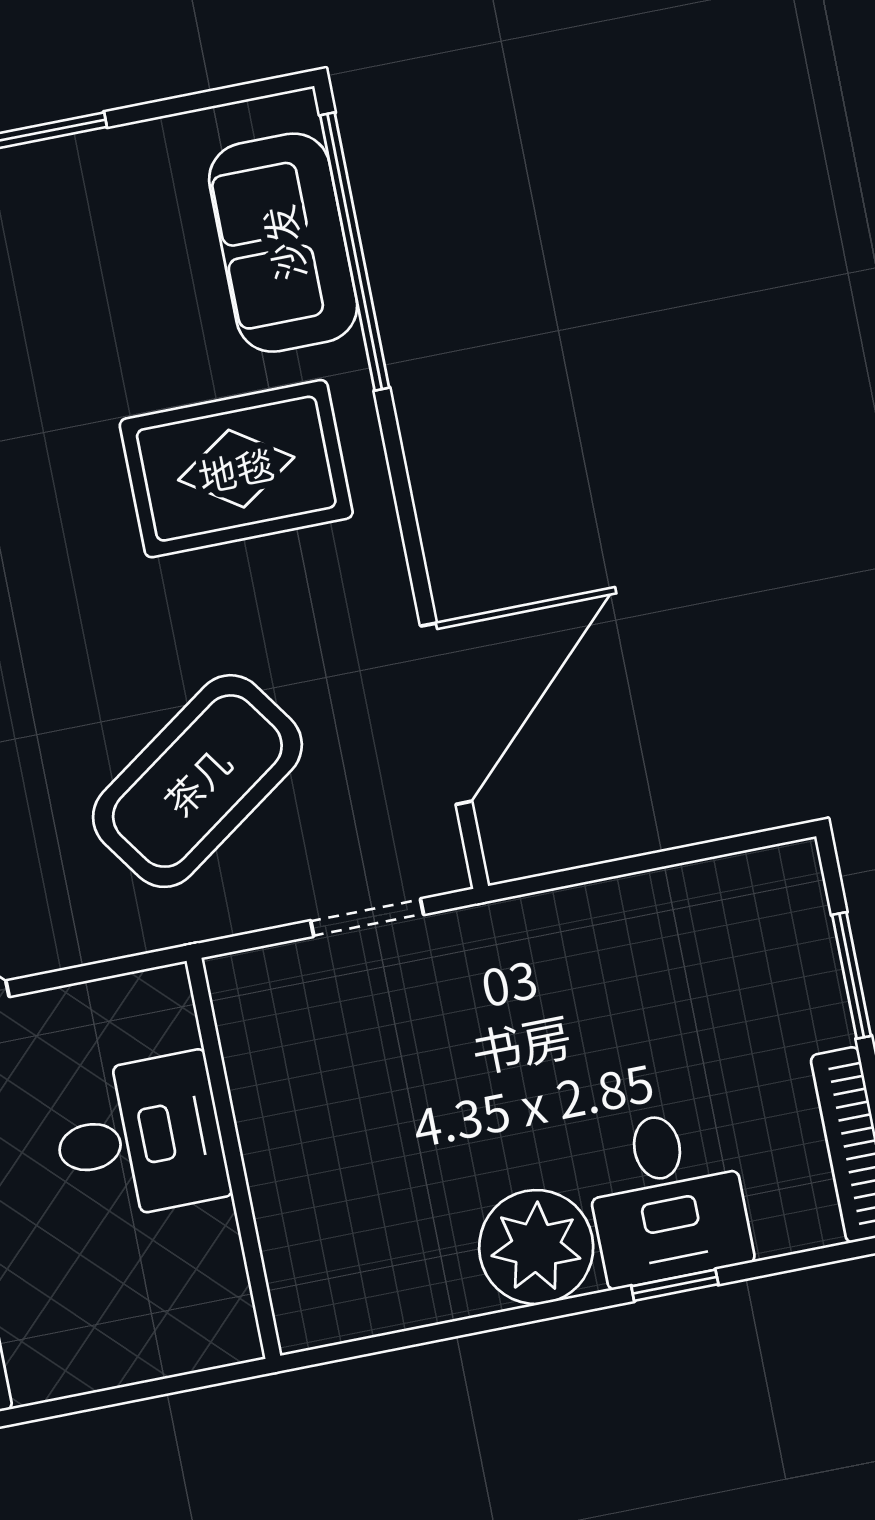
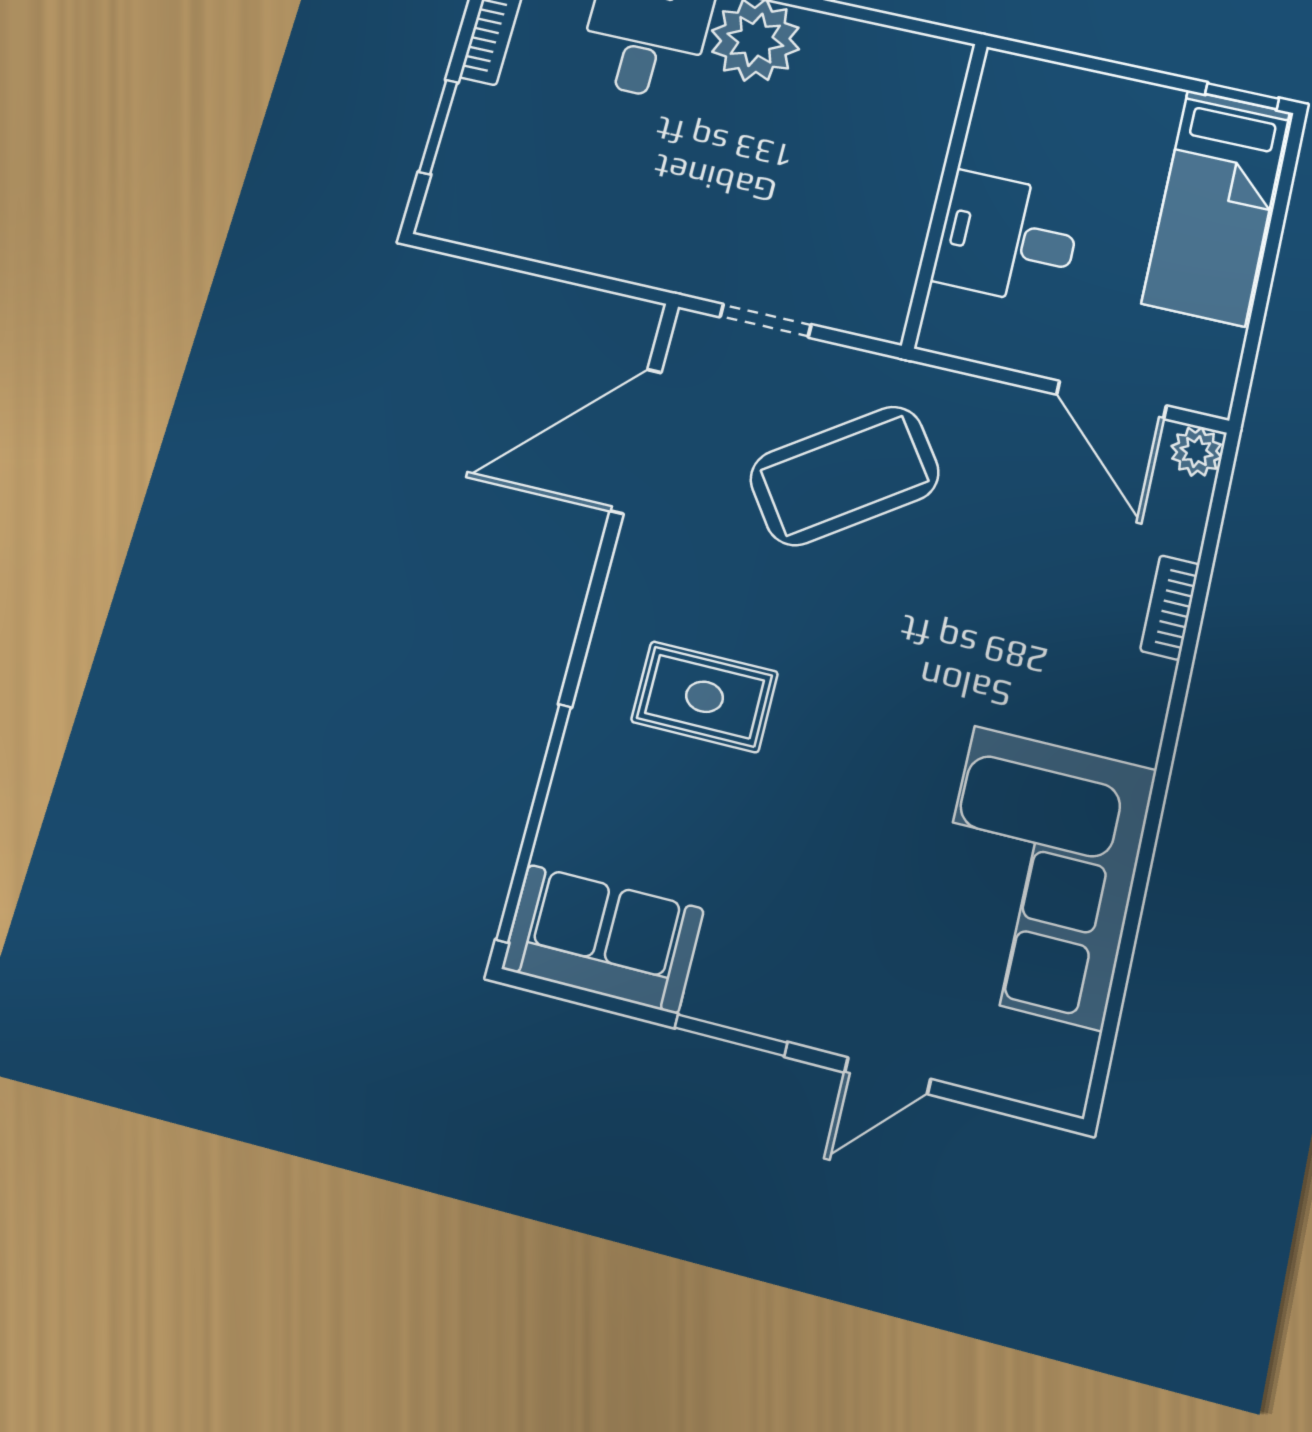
sofa: (283, 243) -> (603, 939), moved, turned -90
rug: (236, 469) -> (704, 697), width x0.73, depth x0.70

